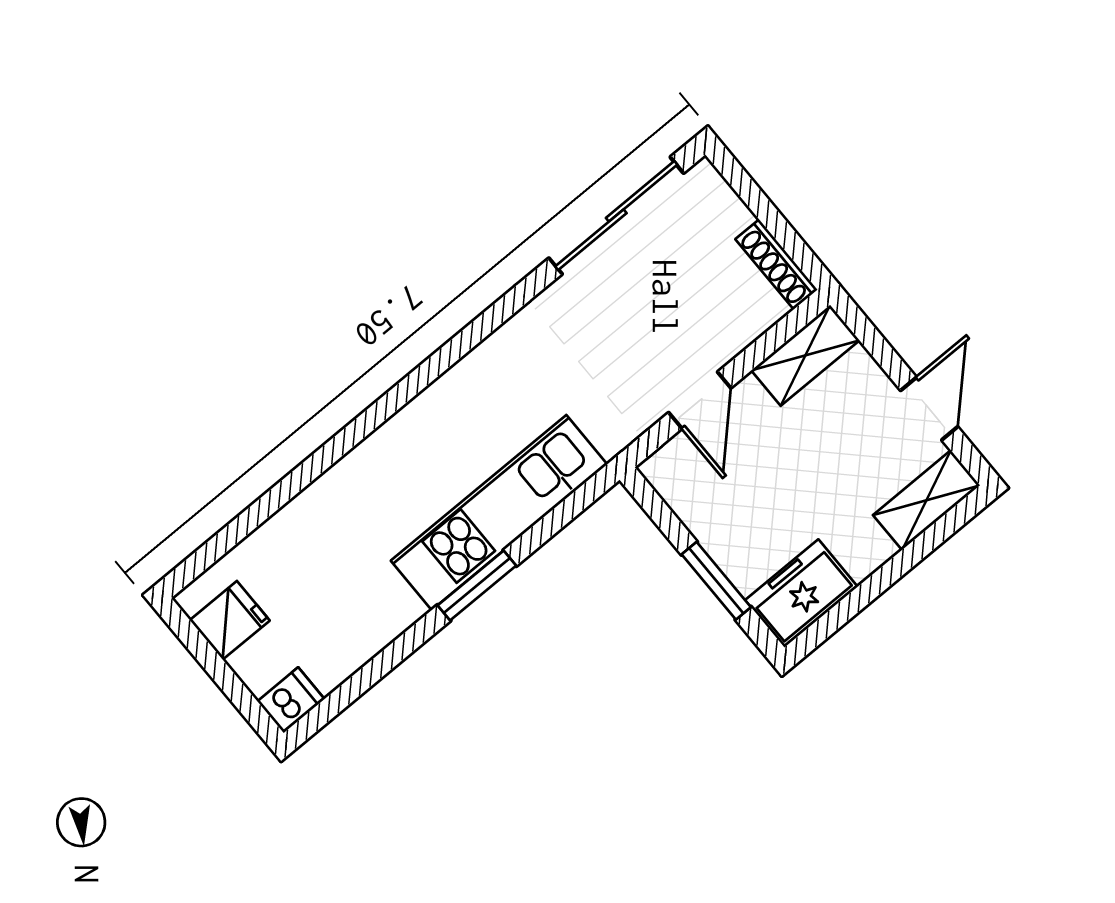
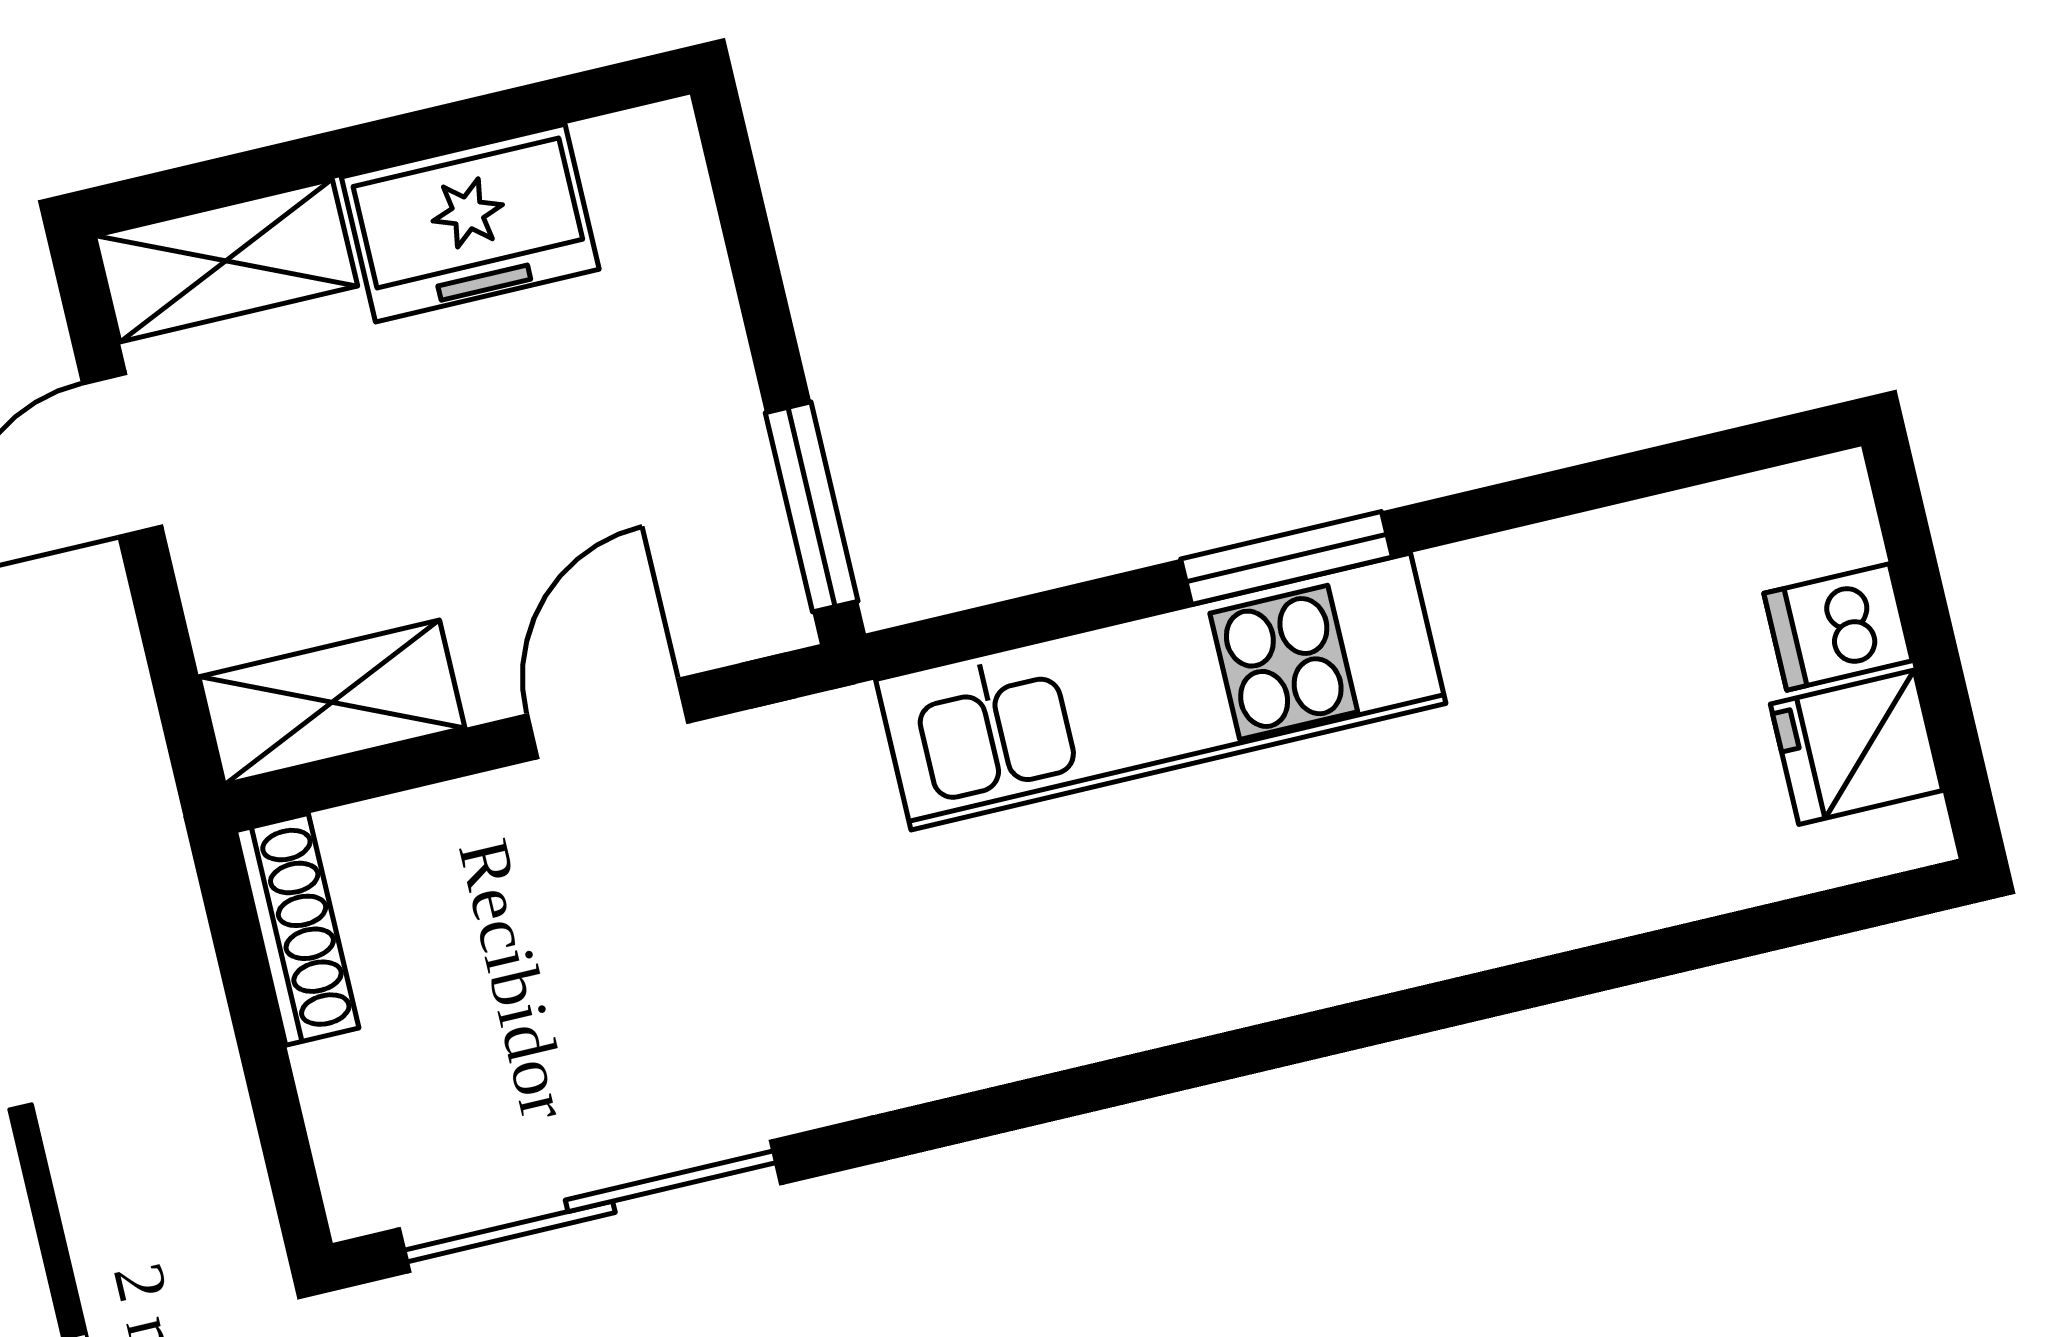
window: (716, 581) -> (812, 507), moved
freezer: (801, 593) -> (470, 223), moved
dishwasher: (291, 700) -> (1838, 627), moved

